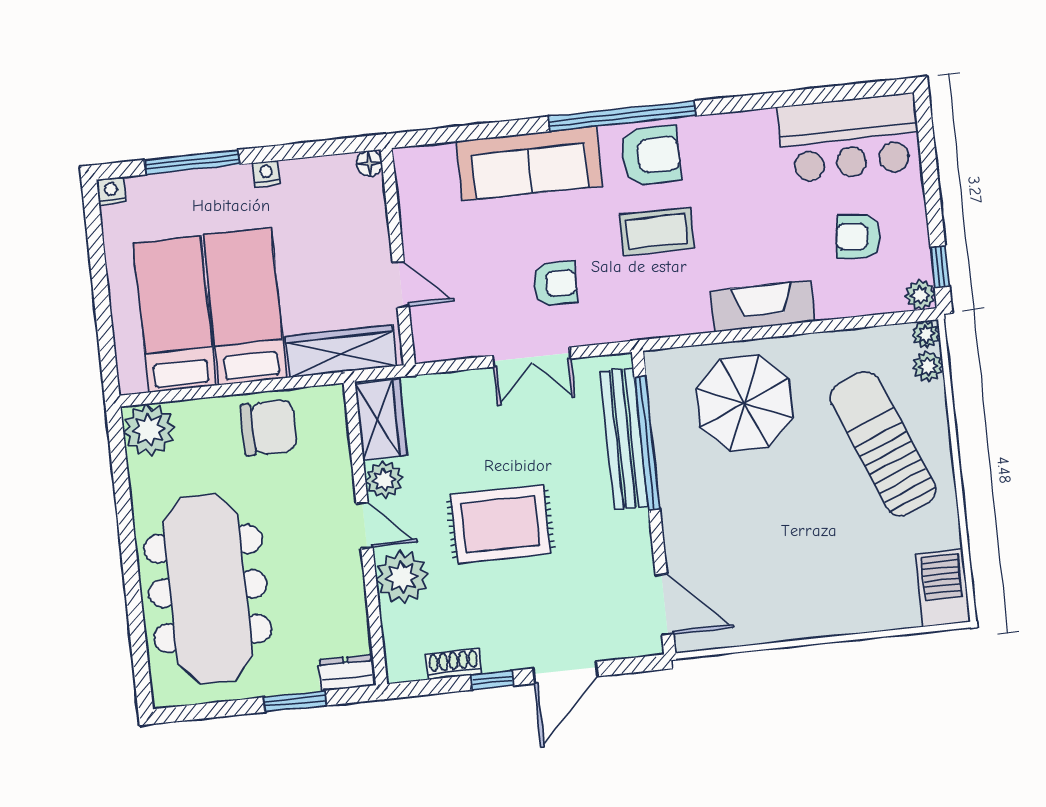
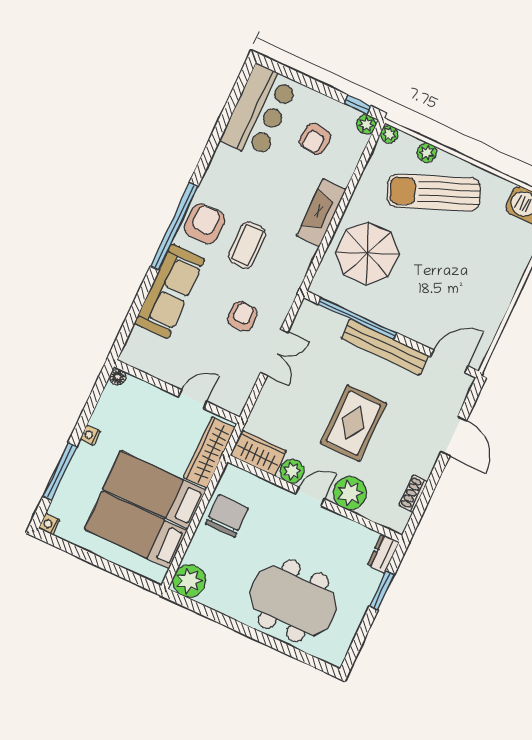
plant: (928, 366) -> (427, 153), moved
bench: (624, 439) -> (385, 347), moved
meeting table: (208, 589) -> (293, 601), width x0.73
window: (492, 680) -> (434, 478), removed

